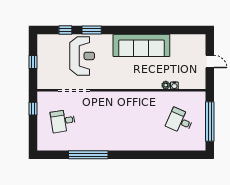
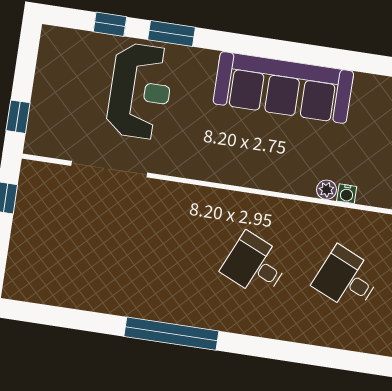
window: (33, 62) -> (18, 117), moved
desk: (63, 121) -> (255, 265), moved, turned 33
window: (88, 155) -> (171, 334), moved

